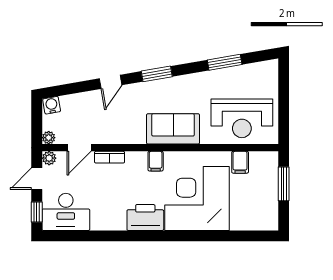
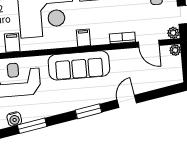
water cooler: (52, 105) -> (14, 119), moved
sofa: (173, 129) -> (79, 65), width x1.36
door: (79, 148) -> (149, 44), swing flipped

